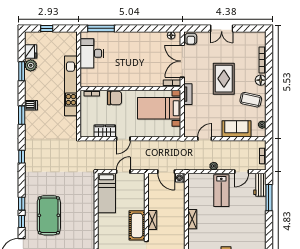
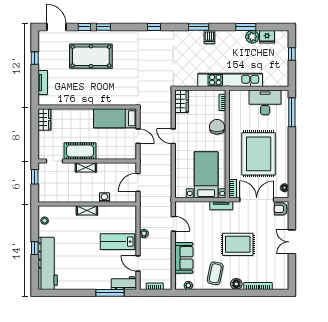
rug: (140, 59) -> (259, 154), added
chair: (115, 98) -> (217, 127), turned 180
wardrobe: (105, 131) -> (181, 101), moved
washing machine: (180, 178) -> (104, 198), moved

